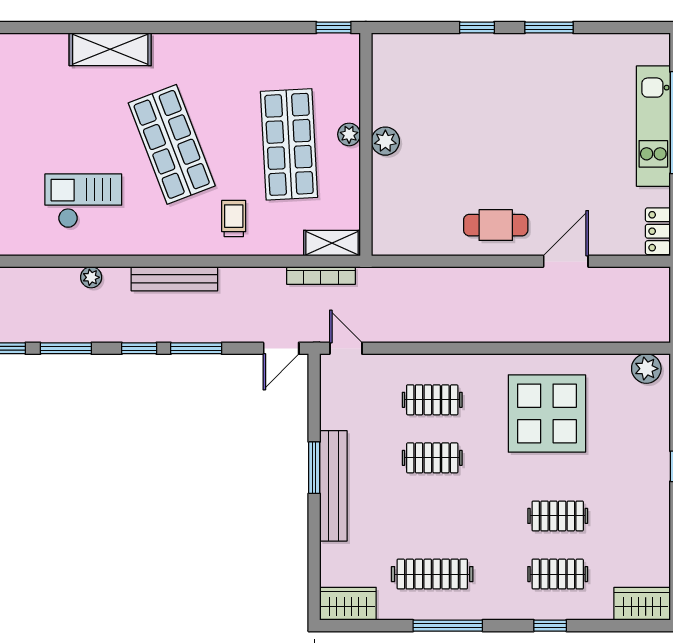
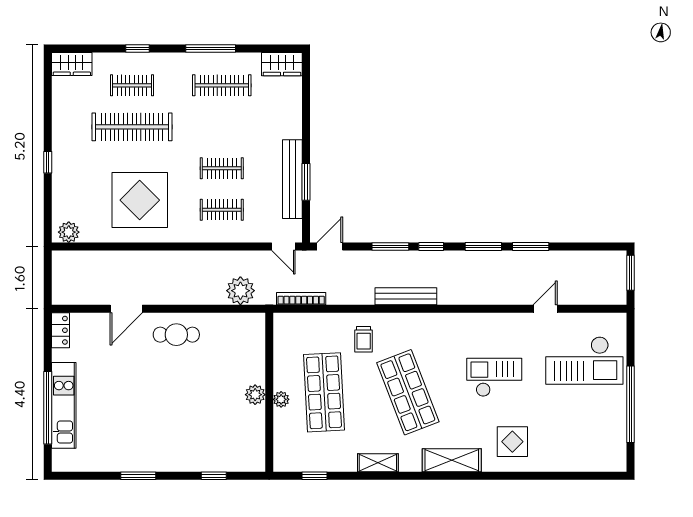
window: (334, 27) -> (315, 476), moved
window: (477, 27) -> (214, 476), moved
display table: (25, 75) -> (512, 442), added
checkout: (83, 201) -> (494, 377), moved, turned 180
shelving: (332, 243) -> (378, 463), moved
plant: (91, 277) -> (240, 291), moved, width x1.87, depth x1.87
window: (314, 468) -> (306, 182), moved
bench: (333, 486) -> (292, 179), moved
clothes rail: (558, 516) -> (132, 127), width x1.86, depth x1.31

